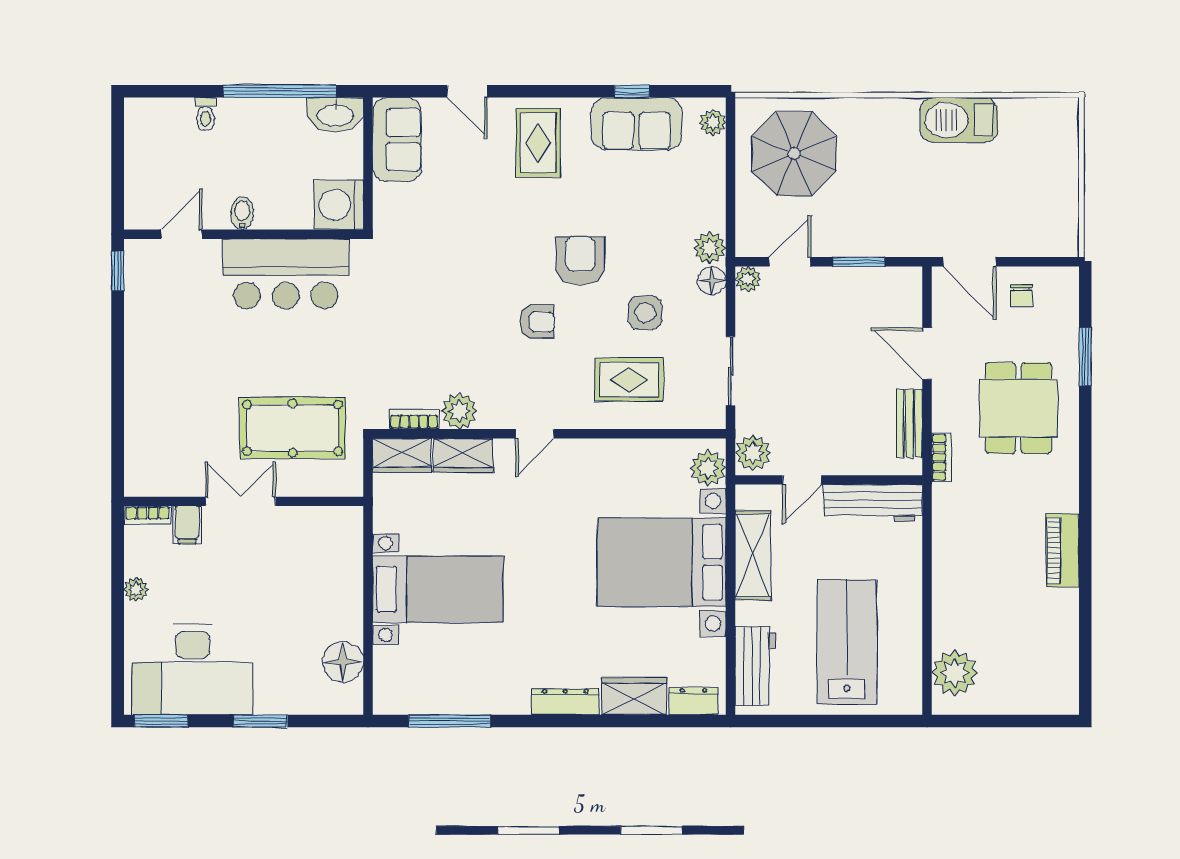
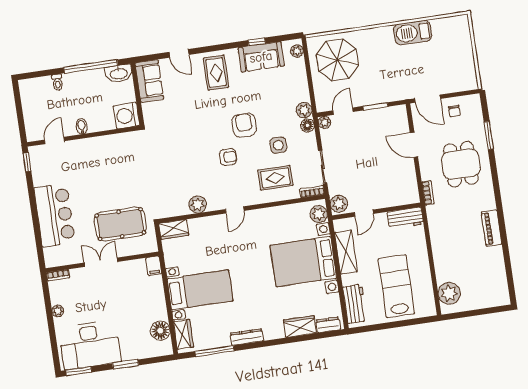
bar counter: (286, 274) -> (55, 215), moved, turned -90
bookcase: (414, 419) -> (312, 192), moved
bench: (909, 423) -> (411, 179), removed
wardrobe: (463, 456) -> (183, 334), moved, turned -90
workbench: (873, 503) -> (405, 218), width x0.73
filing cabinet: (187, 525) -> (154, 266), moved
dresser: (565, 702) -> (247, 337), moved

